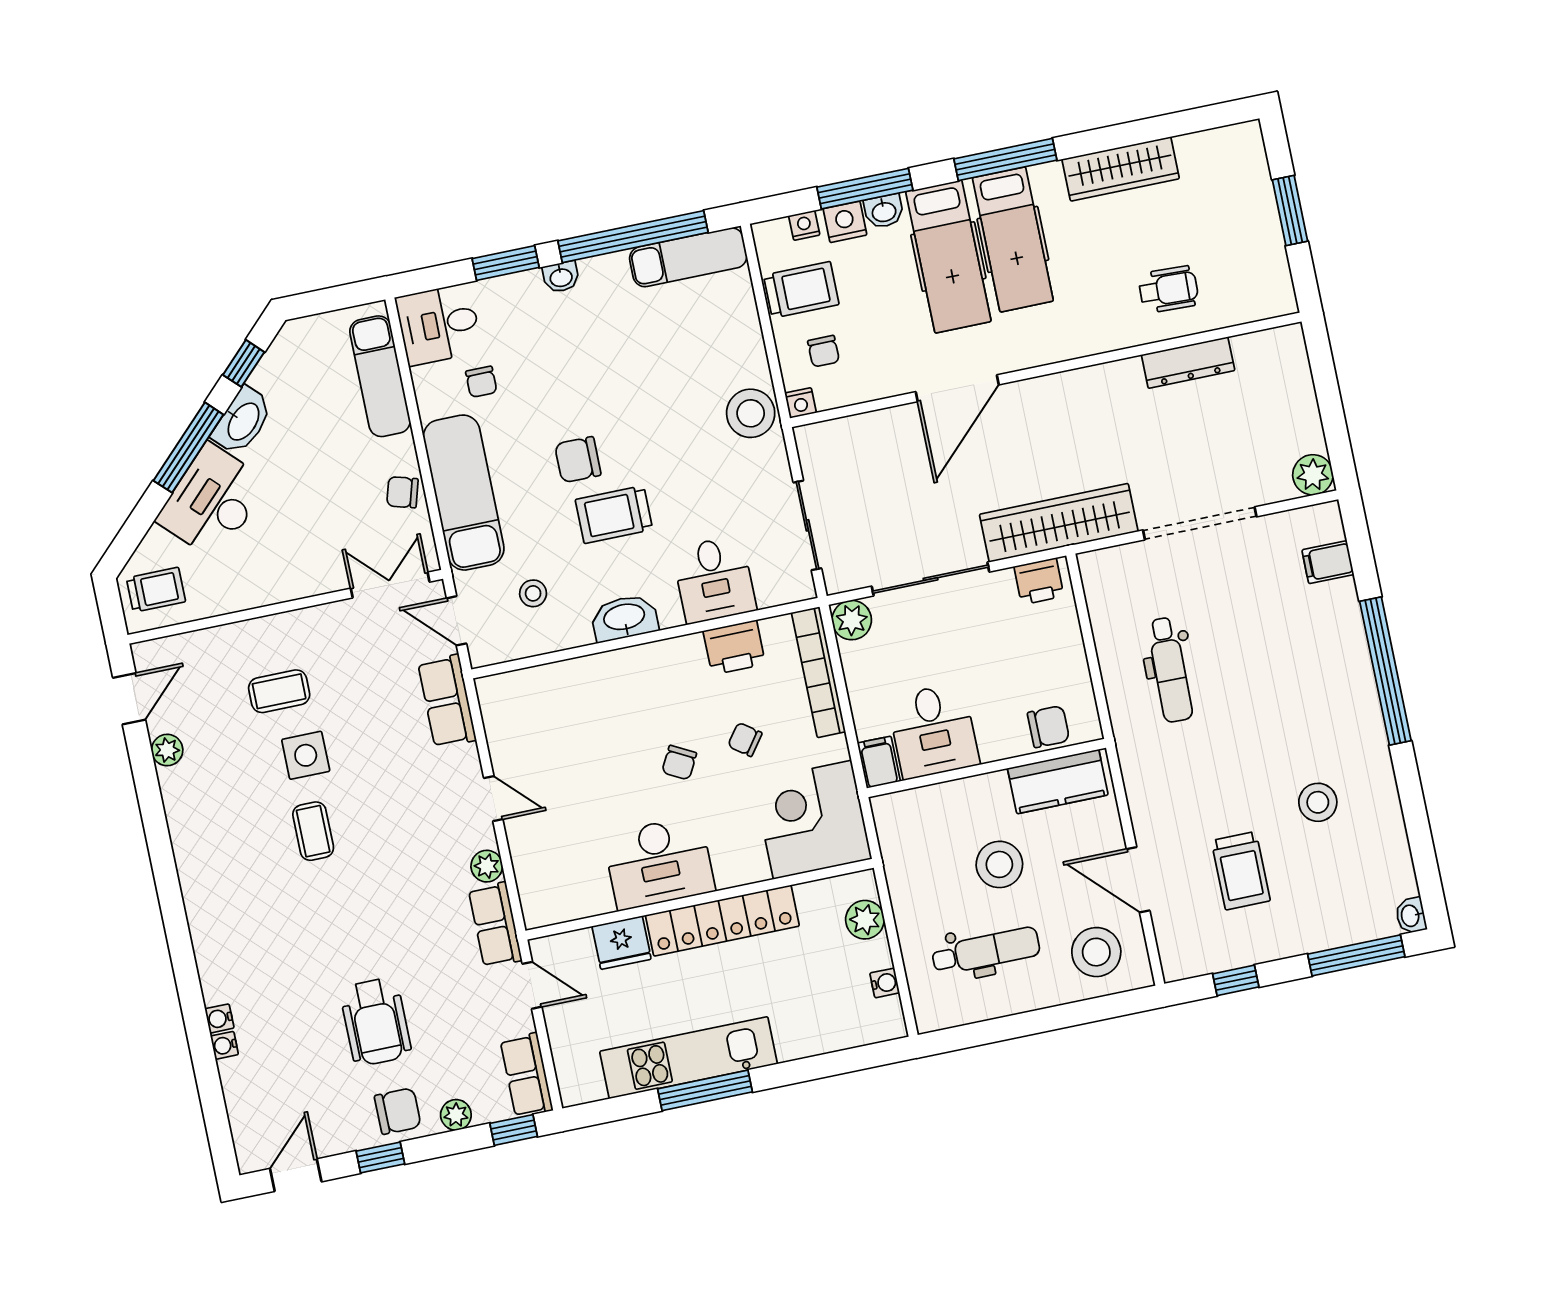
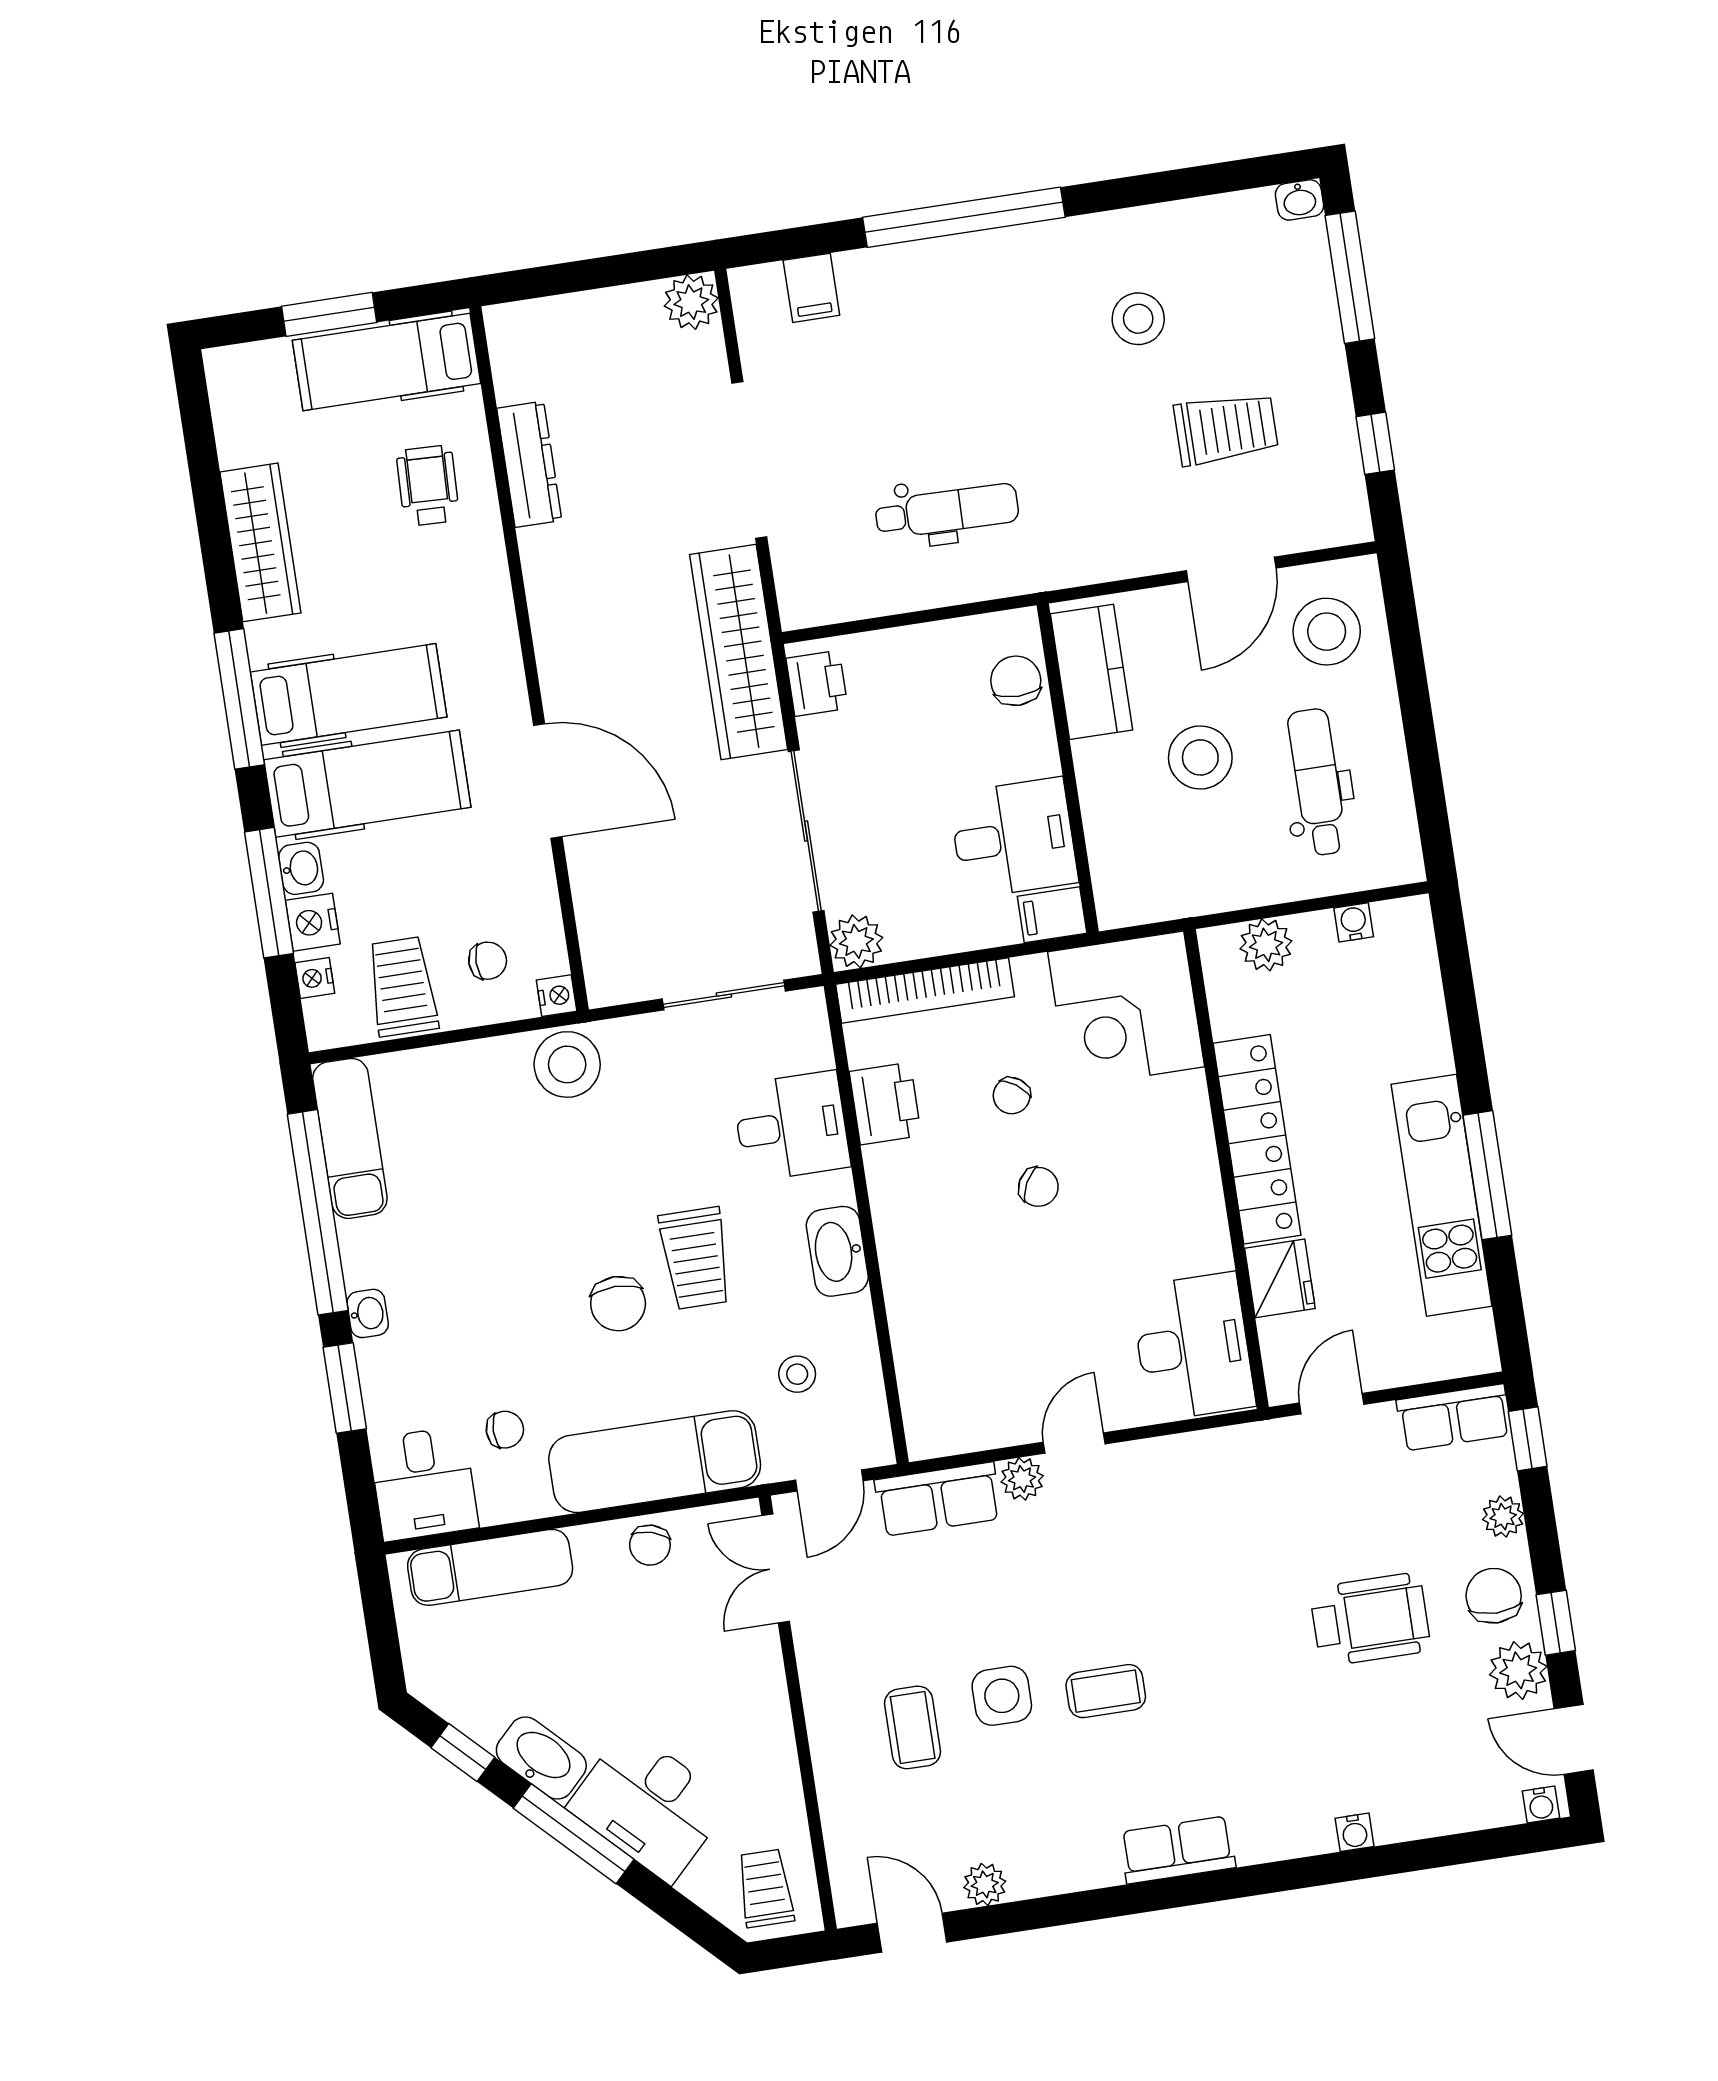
hospital bed: (1257, 254) -> (387, 362), added
desk: (659, 863) -> (1193, 1347), moved
plant: (487, 866) -> (1022, 1479), moved
row of seats: (495, 925) -> (1178, 1850), moved, turned 180
water cooler: (224, 1045) -> (1541, 1804), moved
plant: (344, 1132) -> (1518, 1670), added

